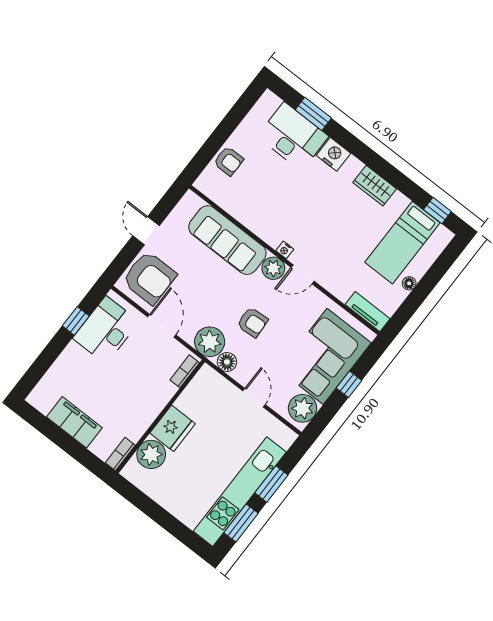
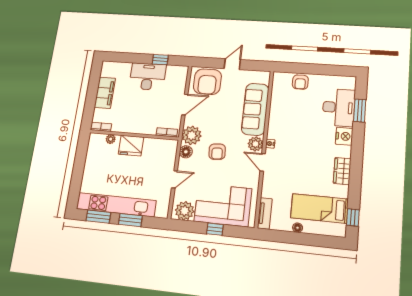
desk: (106, 330) -> (148, 77), moved
plant: (151, 454) -> (111, 139), width x0.53, depth x0.53

